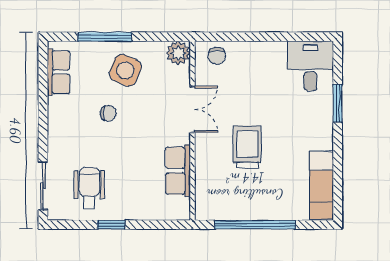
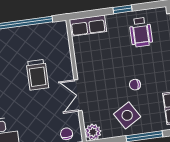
side table: (125, 70) -> (127, 115), turned 35
row of seats: (178, 171) -> (88, 26), moved, turned 90

